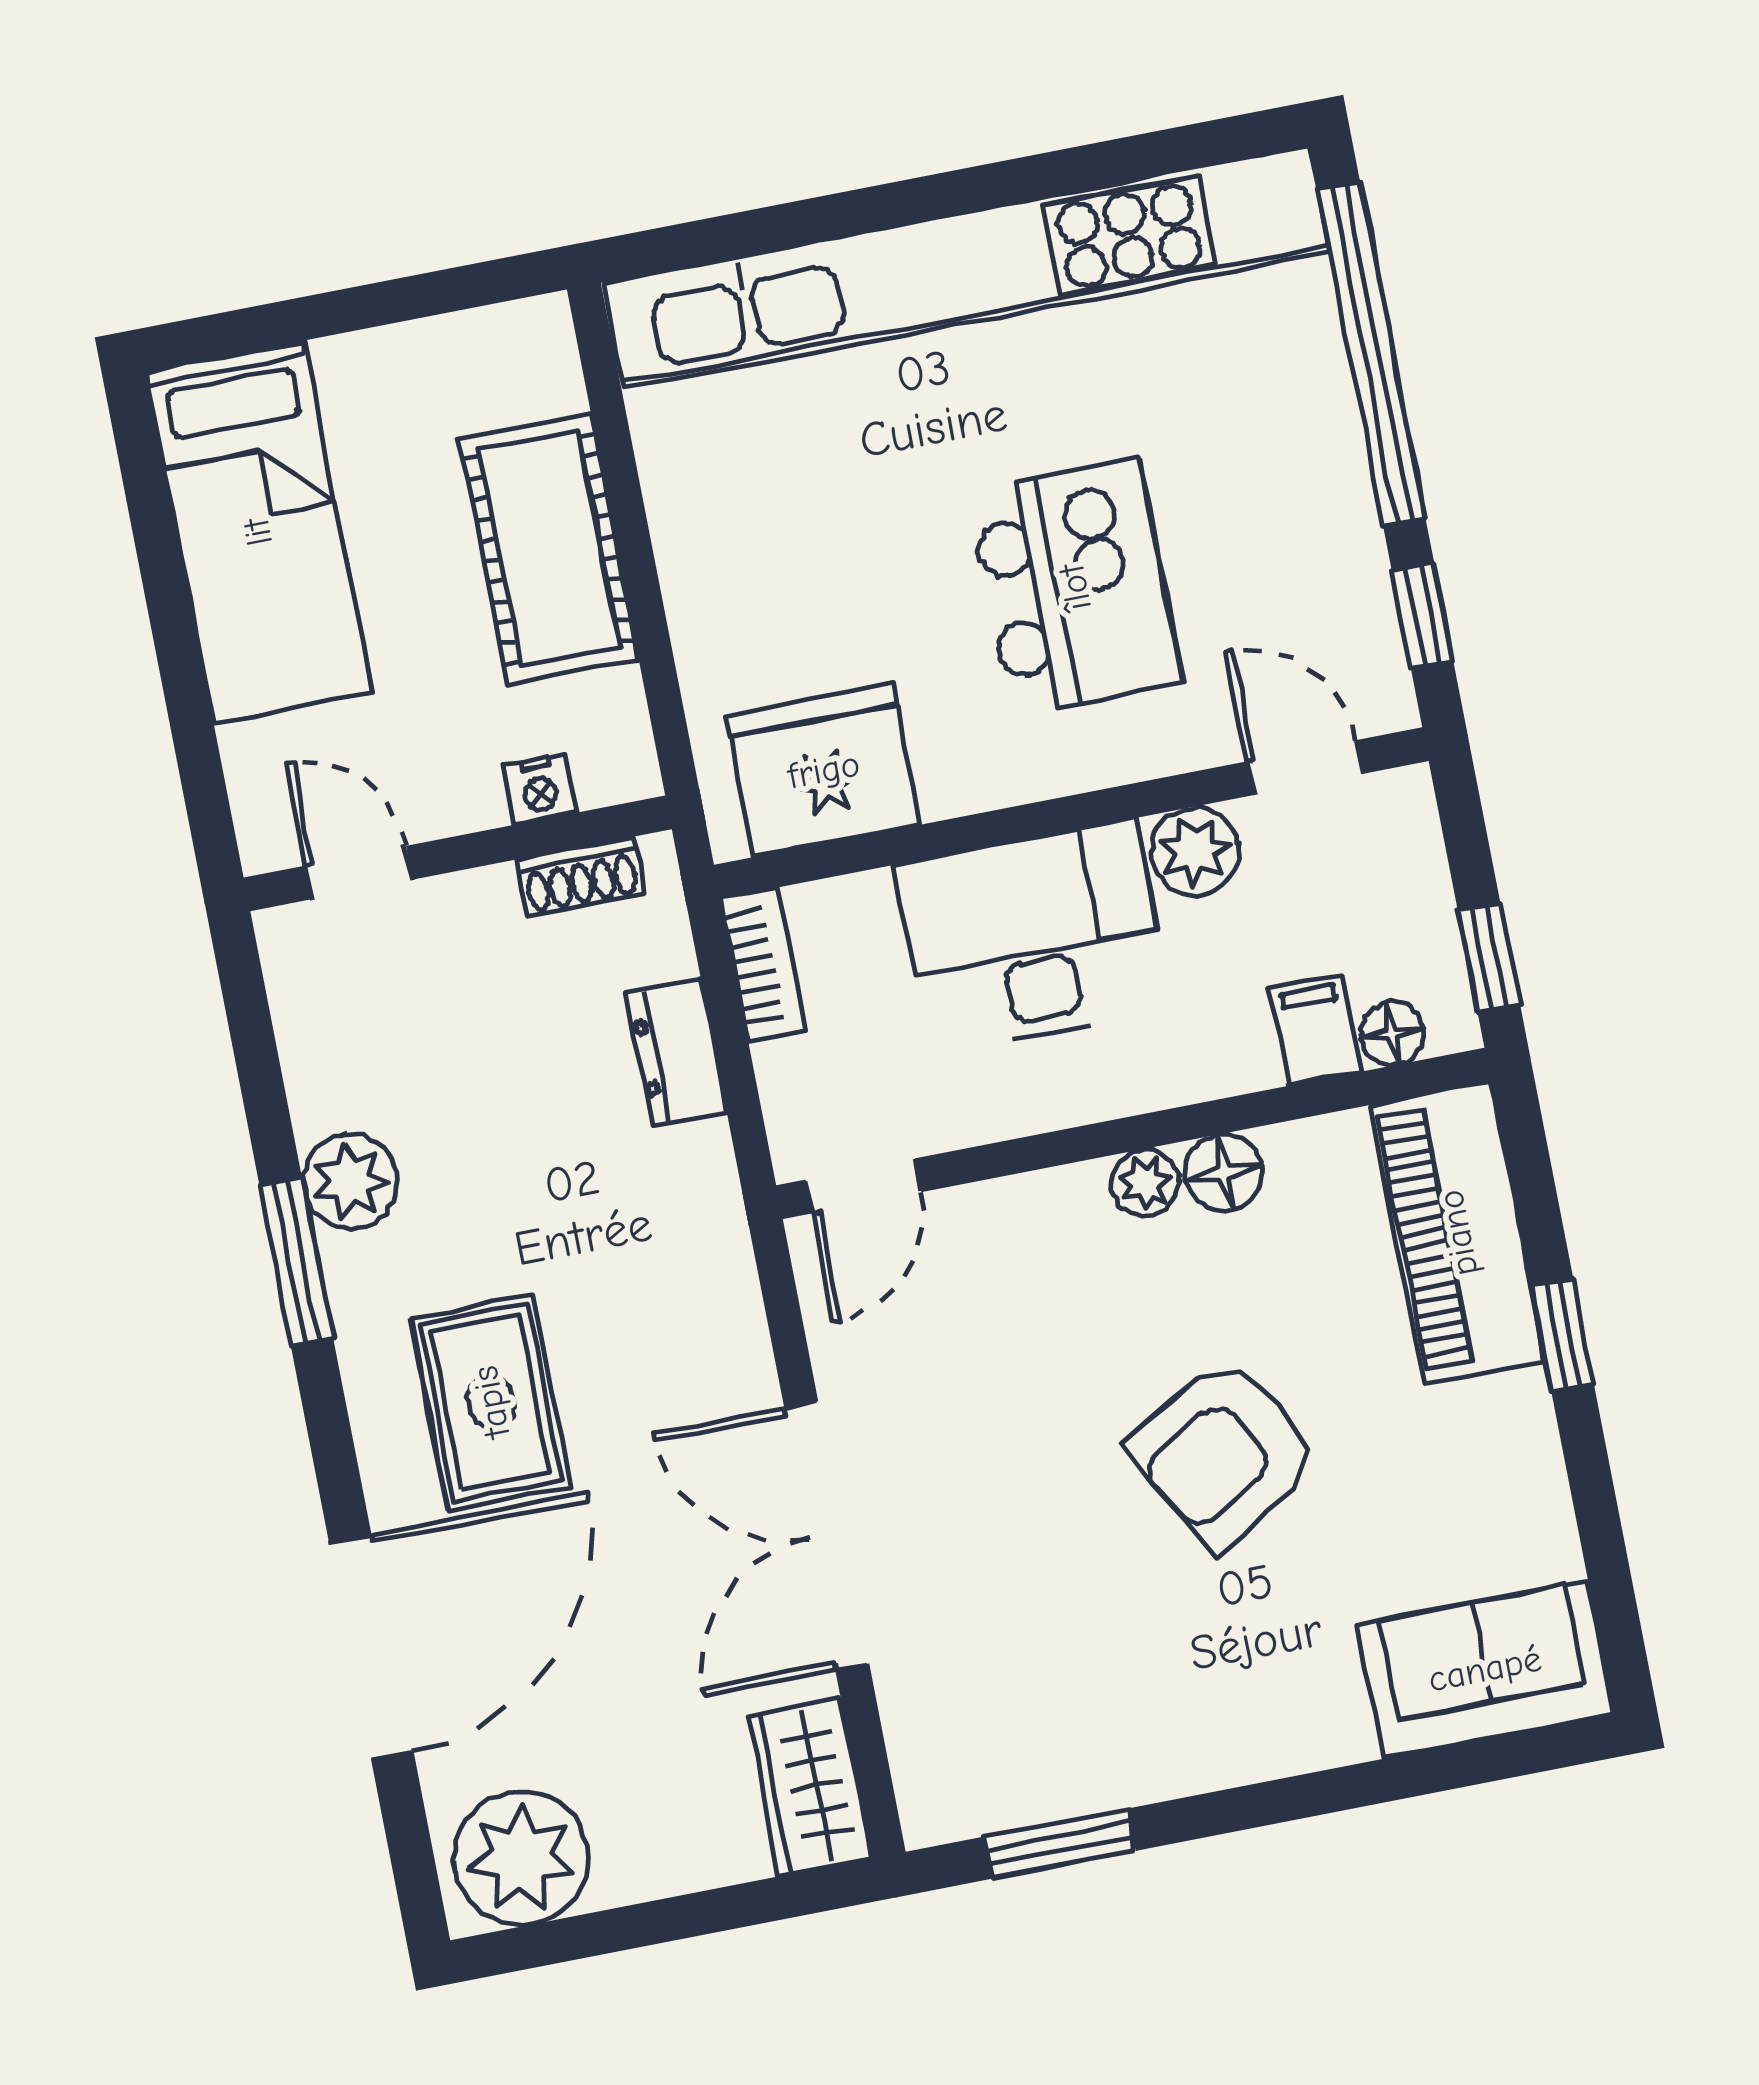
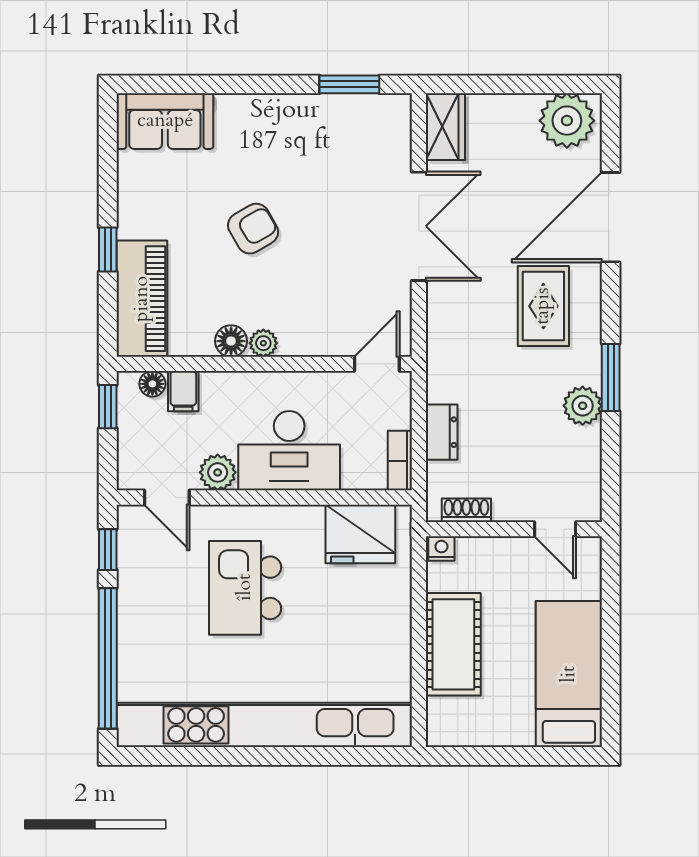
nightstand: (540, 789) -> (441, 549), moved
armchair: (1224, 1453) -> (253, 229), width x0.72, depth x0.72

